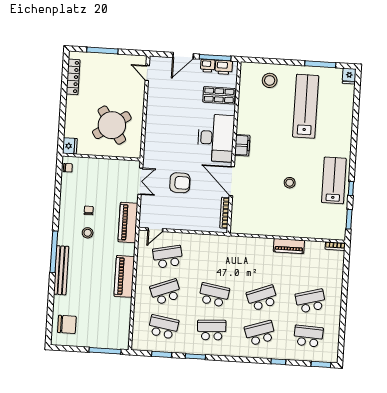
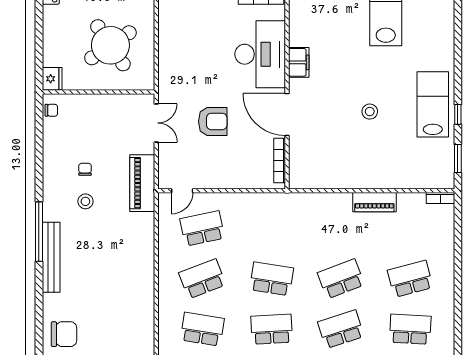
piano: (124, 276) -> (142, 260), removed

